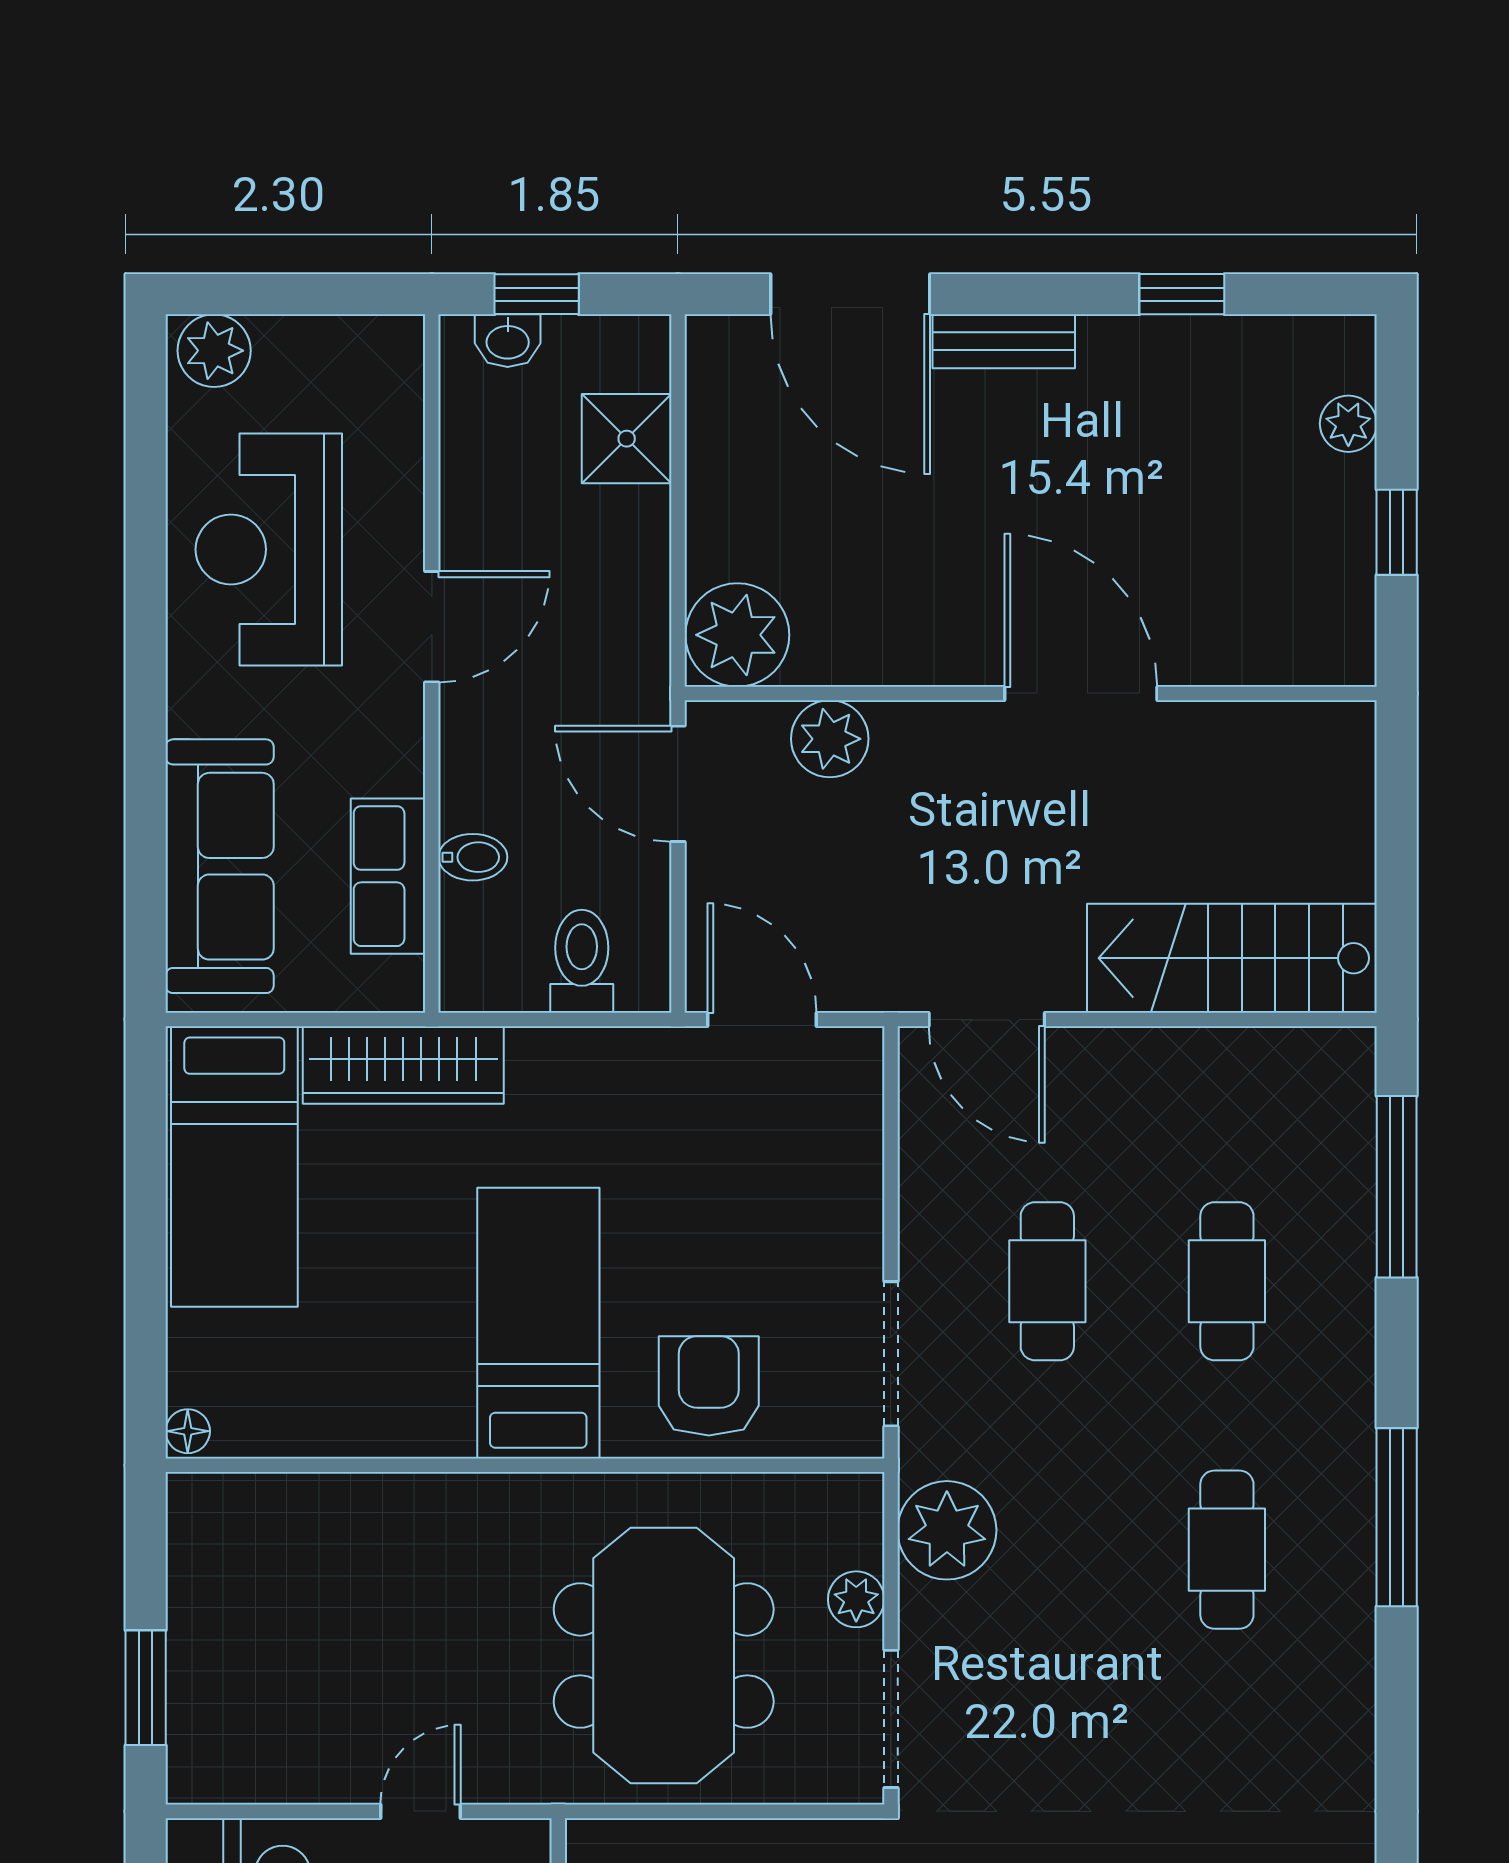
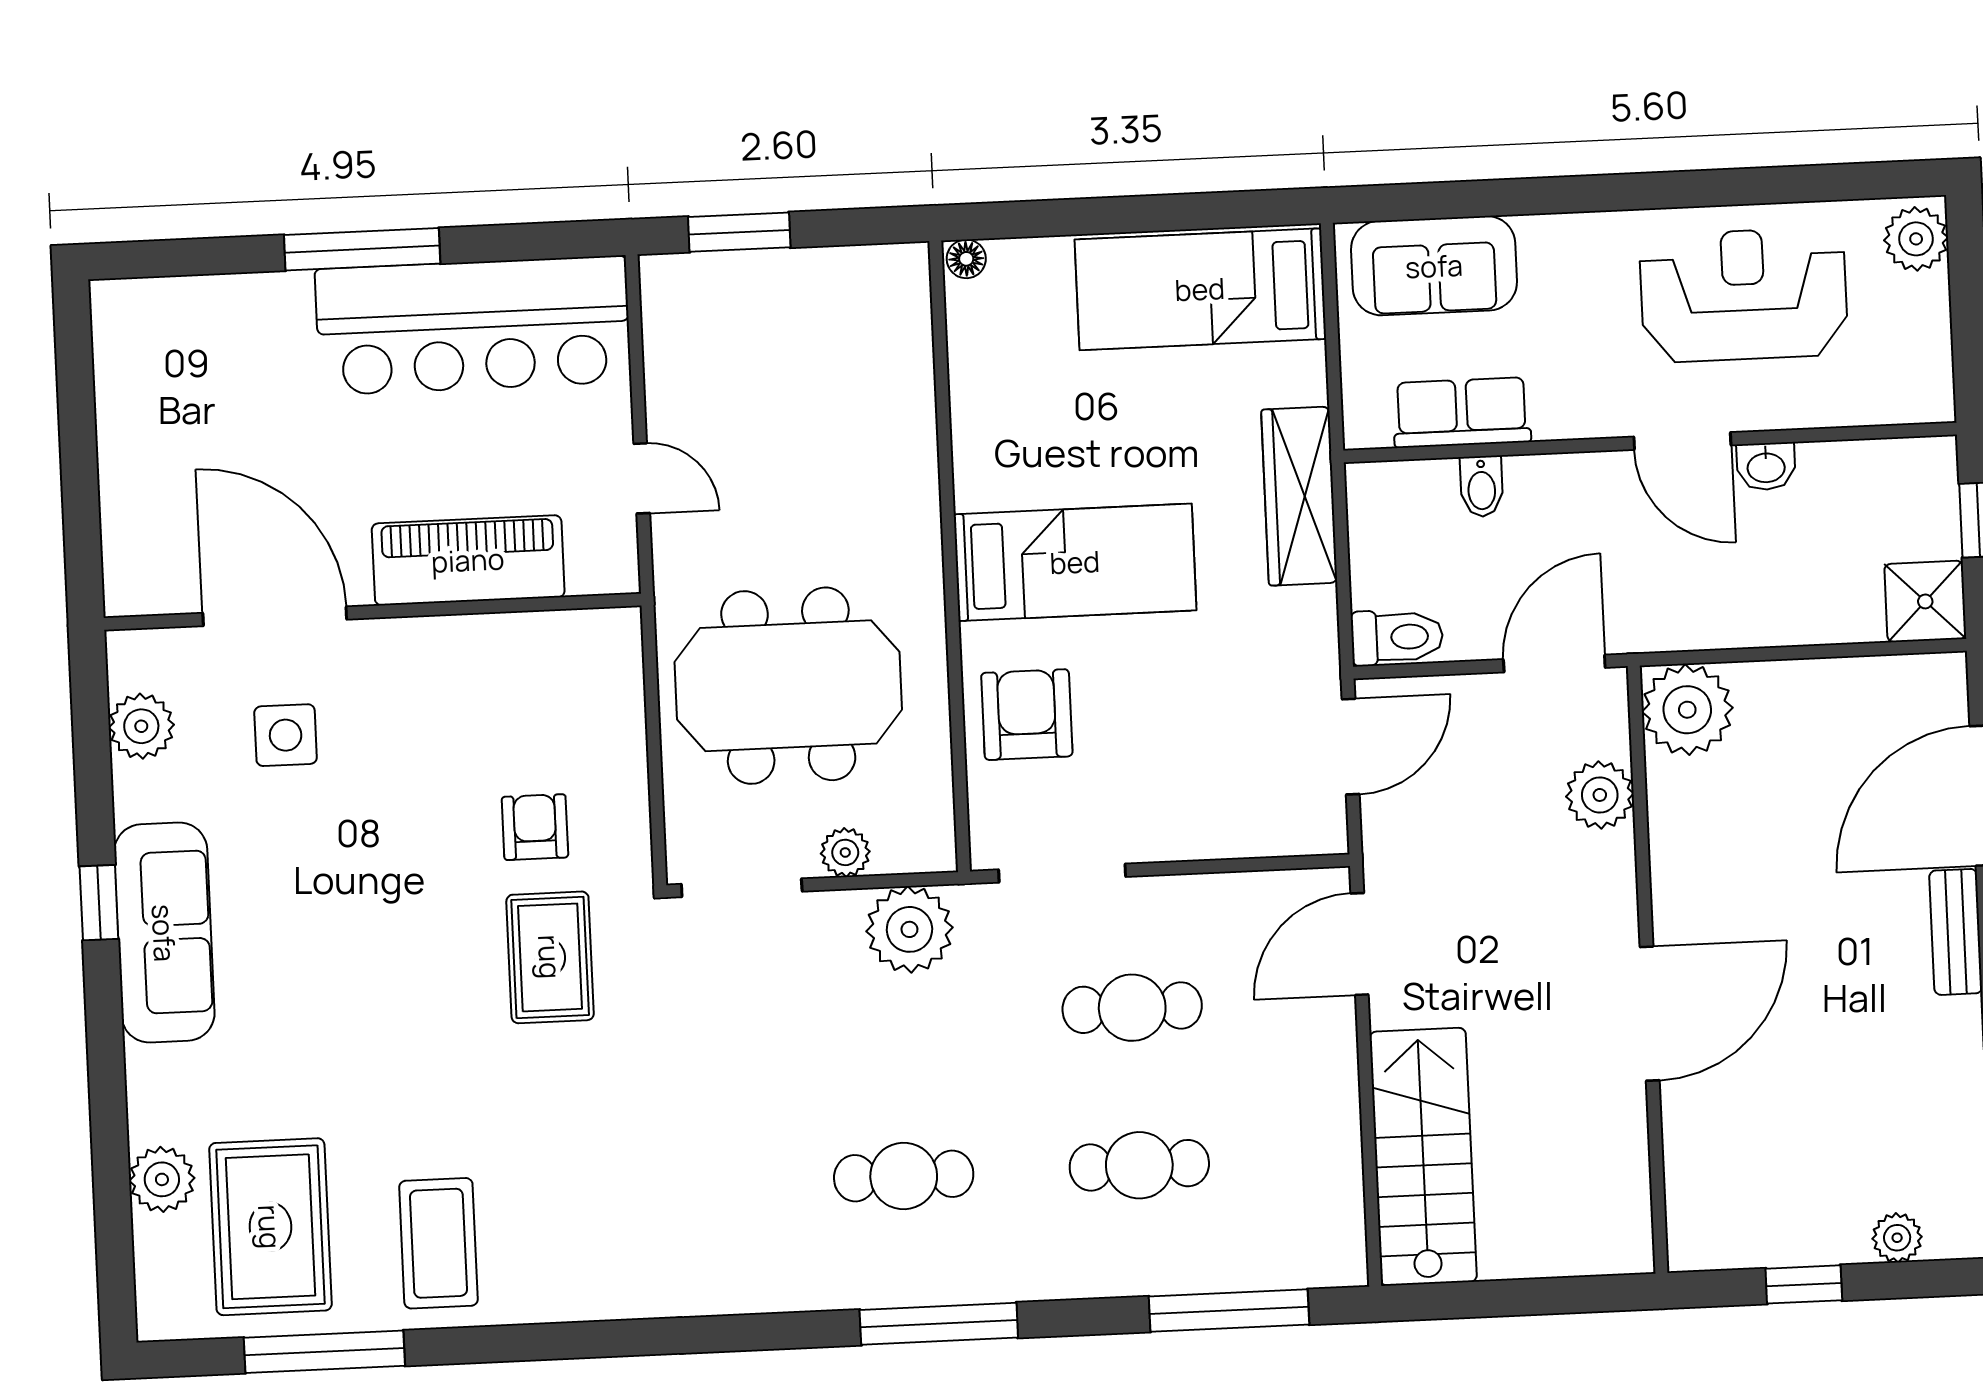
washbasin: (508, 341) -> (1766, 466), moved, turned -90
shower: (627, 439) -> (1925, 601), moved
sofa: (220, 866) -> (1434, 266), width x0.73
toilet: (582, 961) -> (1397, 637), moved
wardrobe: (403, 1065) -> (1299, 496), moved
armchair: (709, 1386) -> (1027, 715), turned -90

